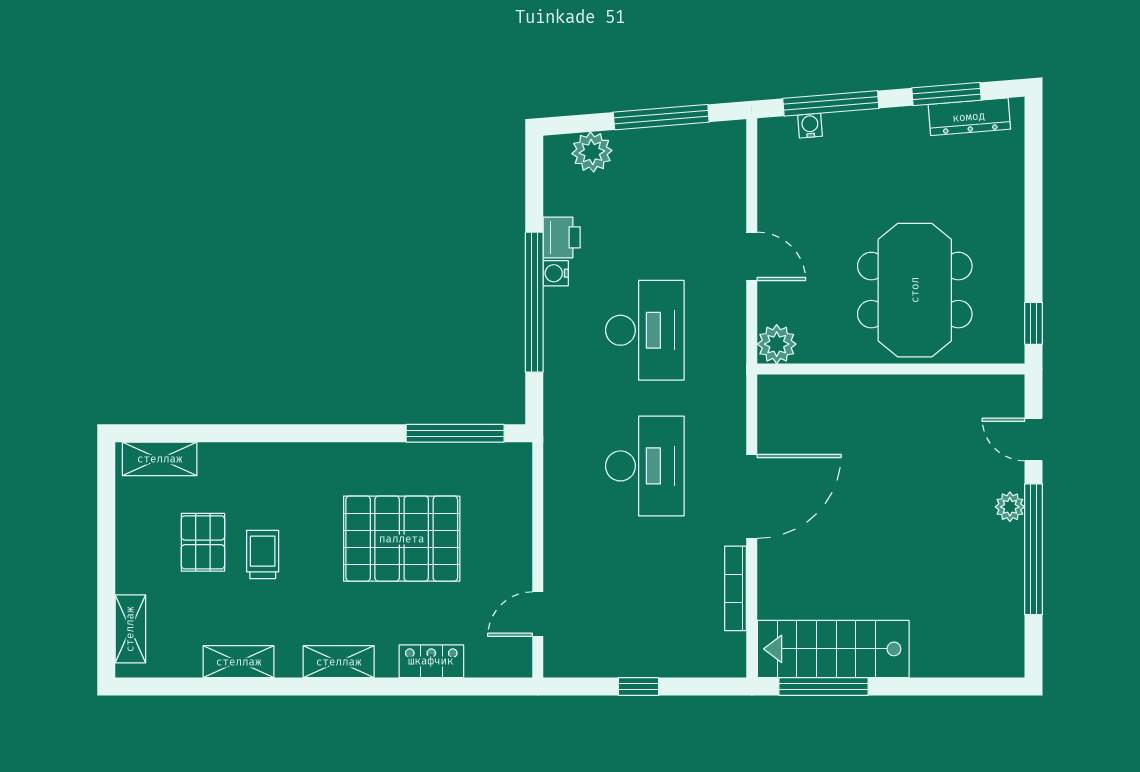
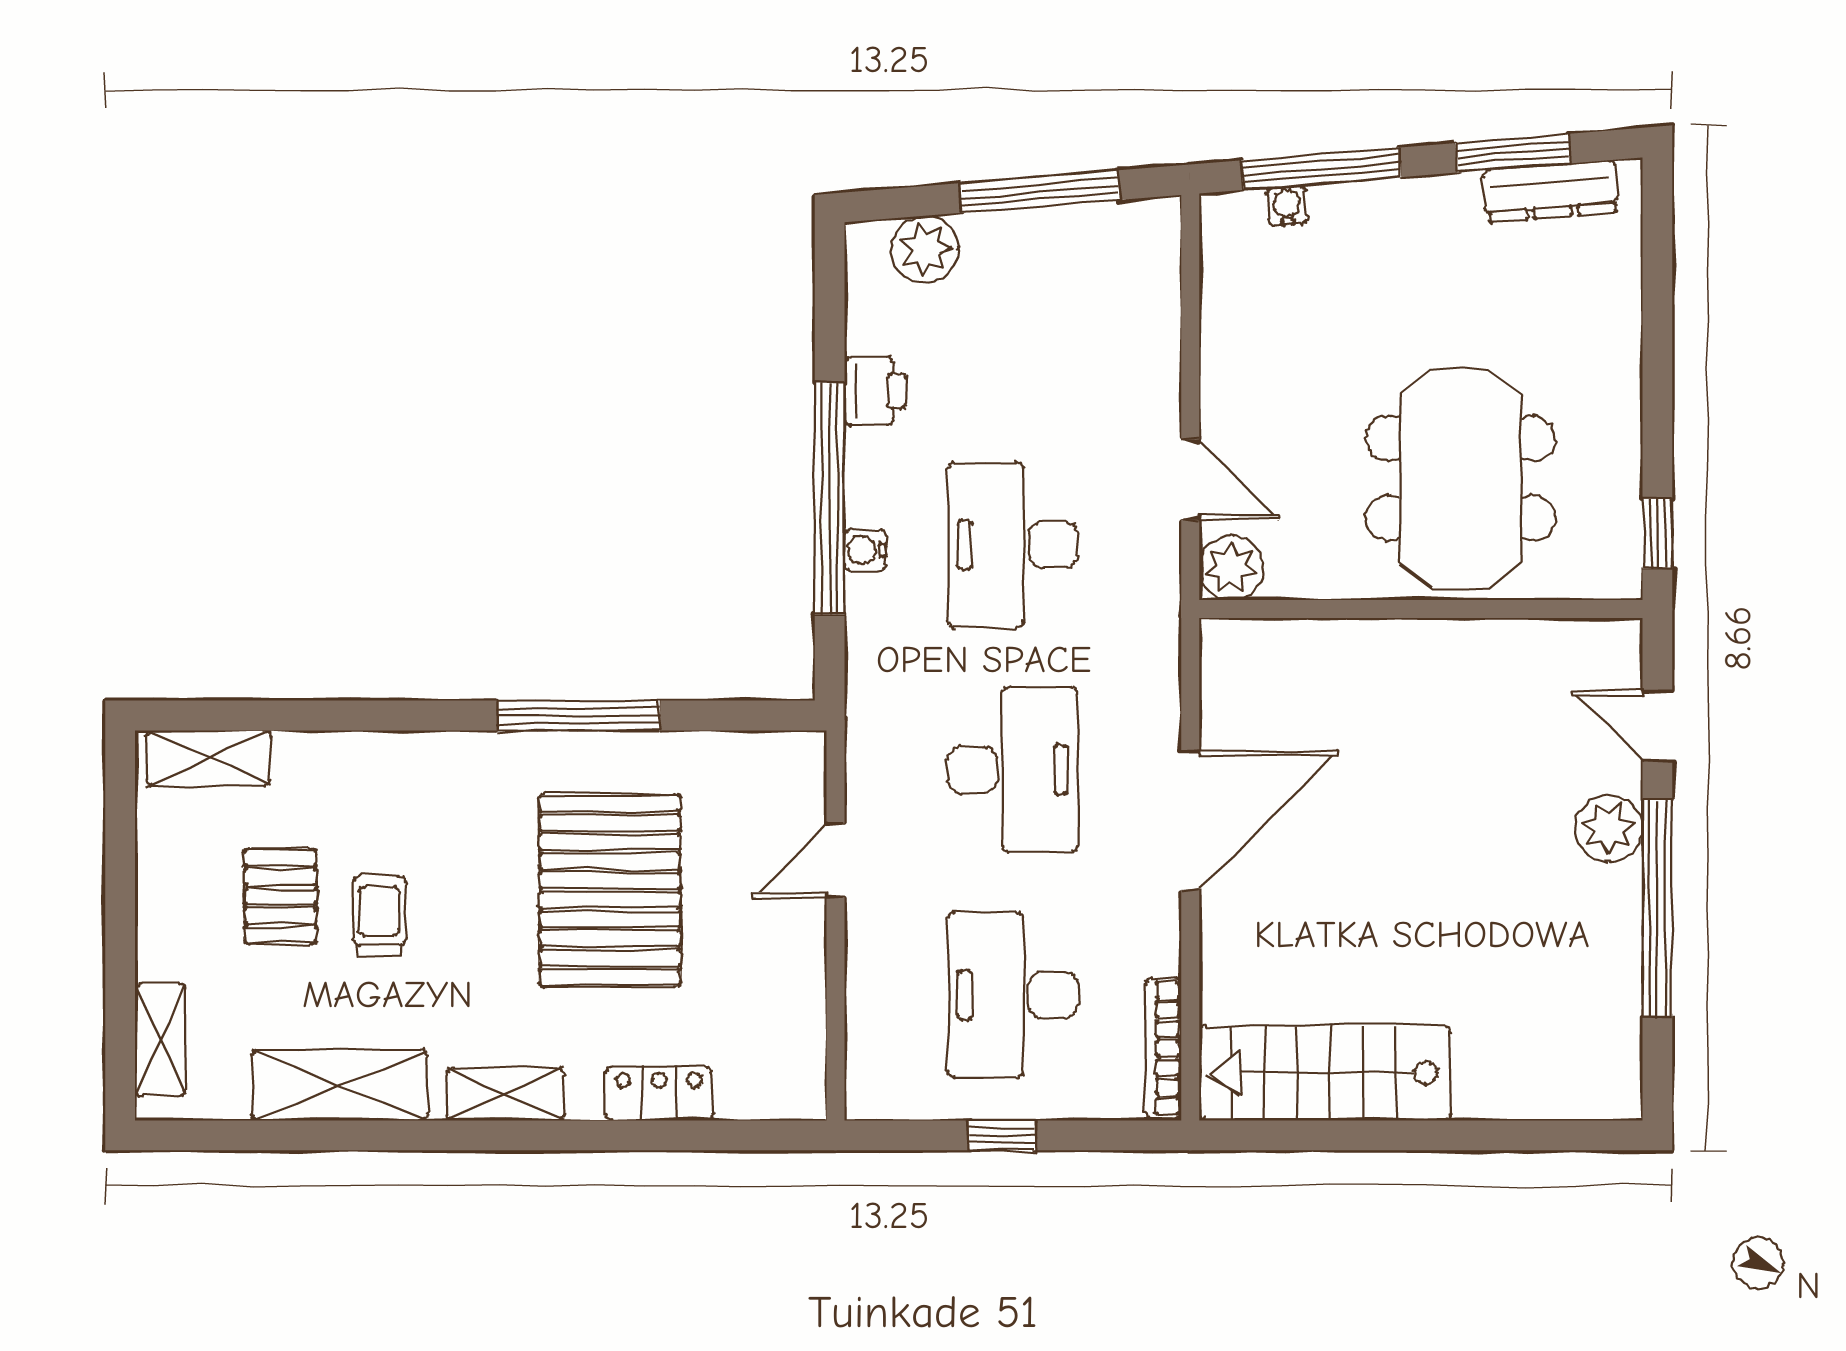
door: (752, 256) -> (1190, 480), moved
water cooler: (556, 273) -> (865, 550), moved
desk: (645, 330) -> (1013, 545), turned 180
window: (455, 433) -> (578, 716), moved
plant: (1010, 507) -> (1609, 828), width x1.38, depth x1.38
pallet: (402, 539) -> (610, 890), turned 90
bookcase: (736, 588) -> (1163, 1048), moved
desk: (645, 602) -> (1013, 995), added
door: (538, 614) -> (835, 860), moved
shelving: (239, 662) -> (339, 1085), width x1.50, depth x1.33
window: (824, 686) -> (1309, 1135), removed

